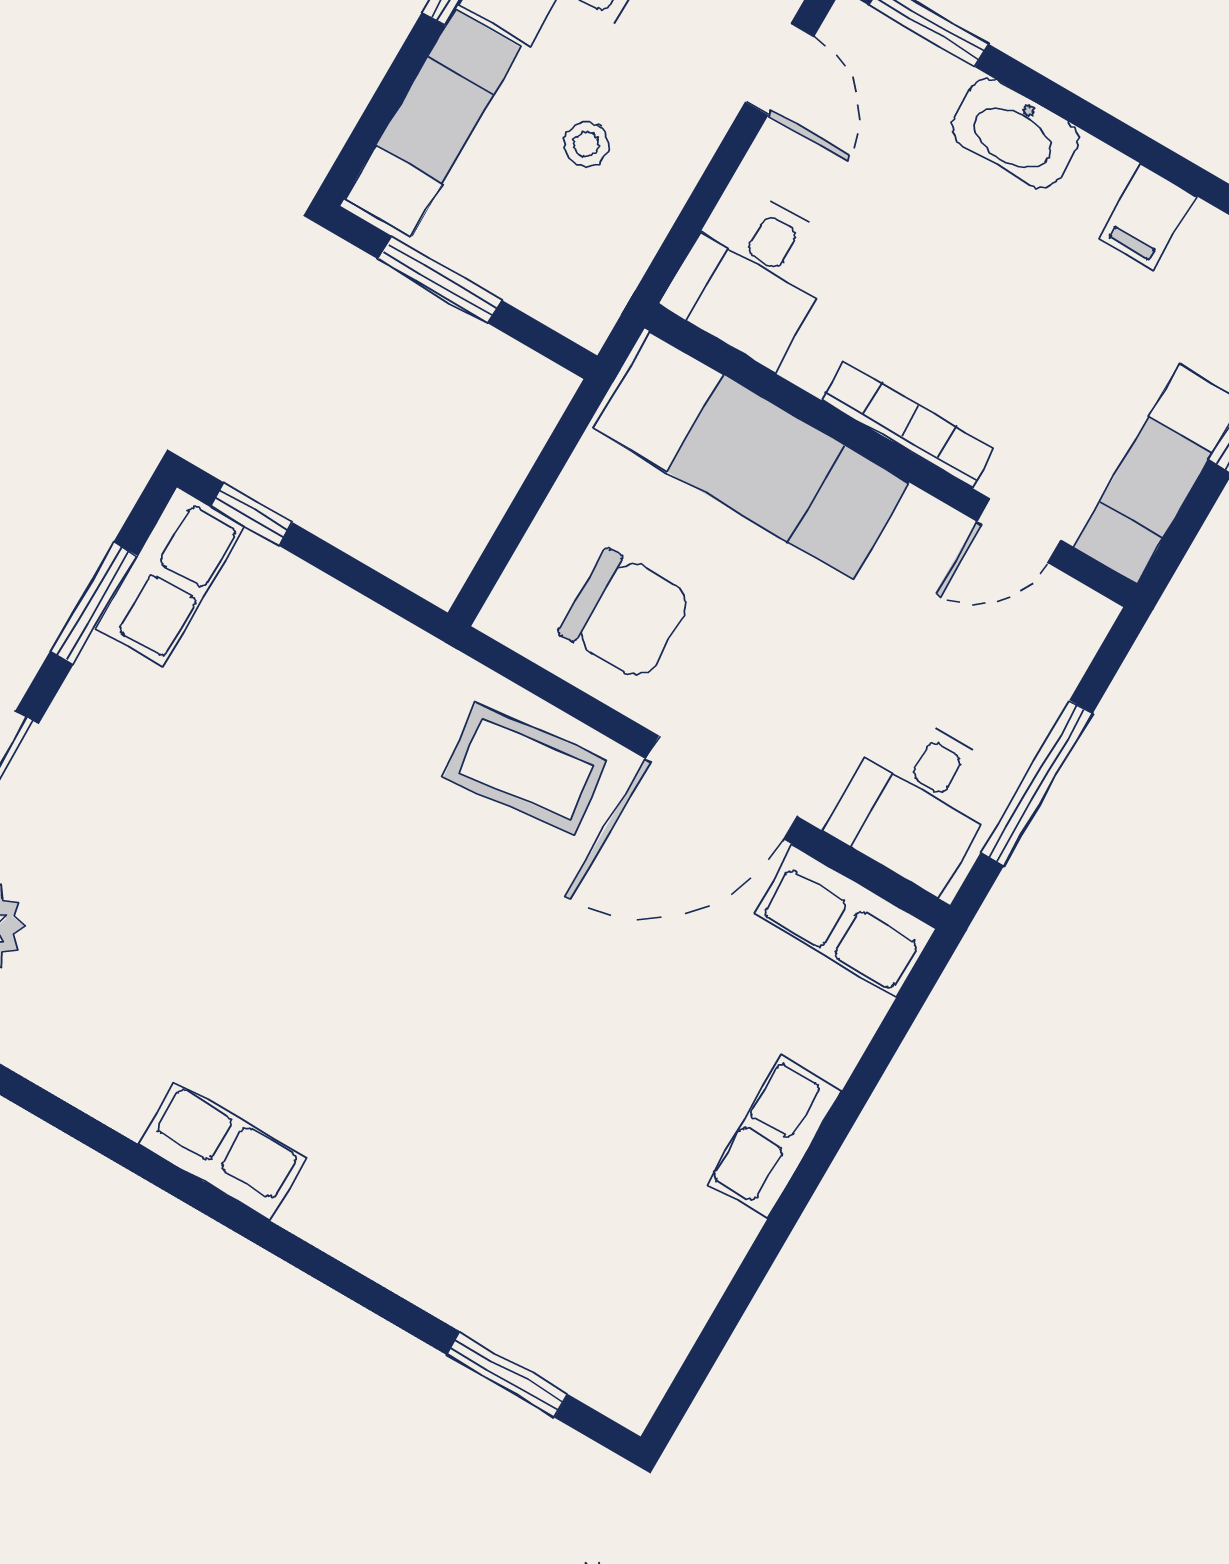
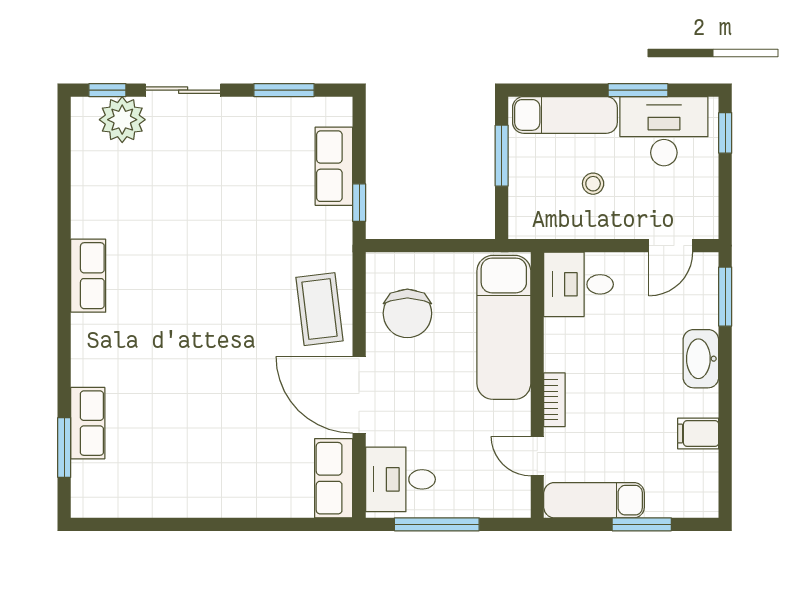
bookcase: (908, 425) -> (554, 400), width x0.64
window: (252, 514) -> (359, 203), moved
row of seats: (170, 577) -> (334, 166), moved, turned 90
row of seats: (774, 1137) -> (88, 423), moved, turned 90

